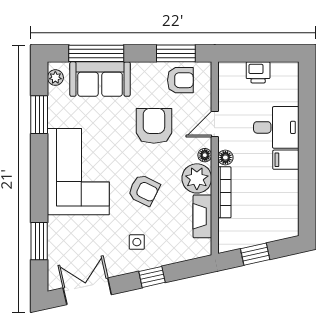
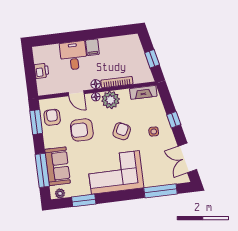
fireplace: (202, 216) -> (143, 92), moved
window: (39, 241) -> (161, 191), width x1.44

